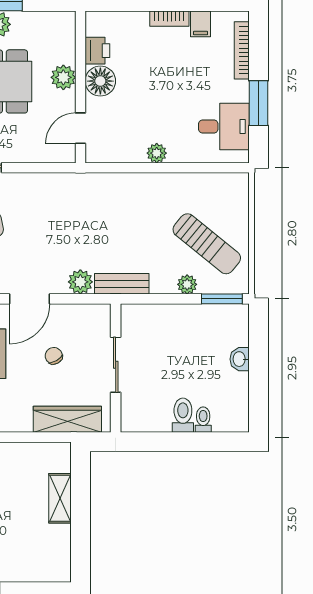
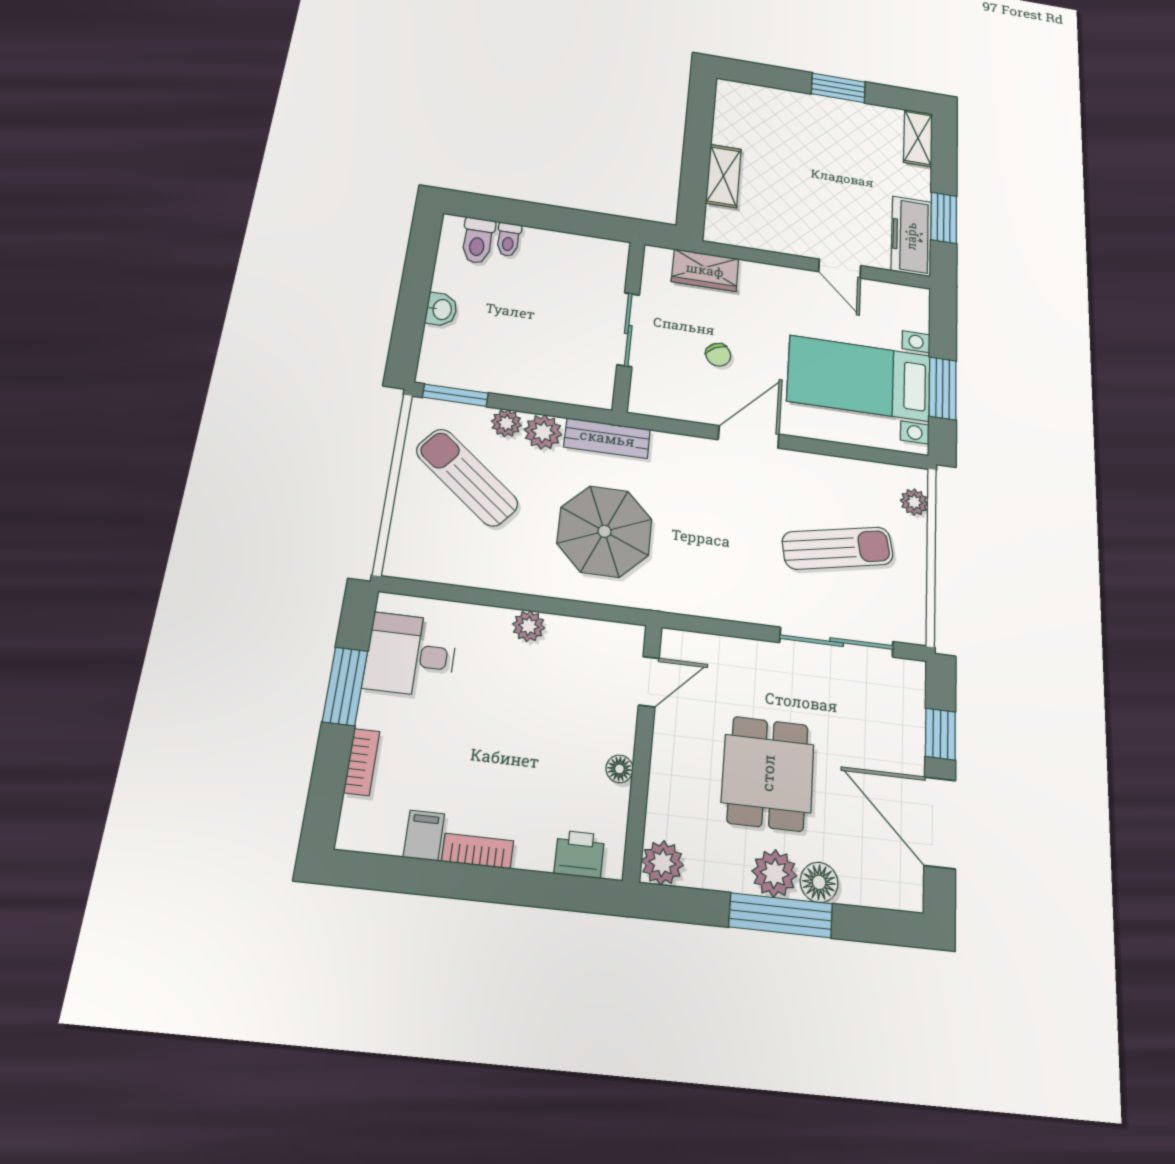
bookcase: (242, 50) -> (362, 762), width x0.64
printer: (97, 51) -> (579, 854), moved, turned 90
plant: (63, 77) -> (662, 863), moved
floor lamp: (100, 81) -> (620, 769), width x0.53, depth x0.53
parasol: (117, 220) -> (604, 531), added
plant: (80, 282) -> (543, 432), moved
toilet: (183, 415) -> (478, 241), moved
wardrobe: (67, 419) -> (705, 270), width x0.67

